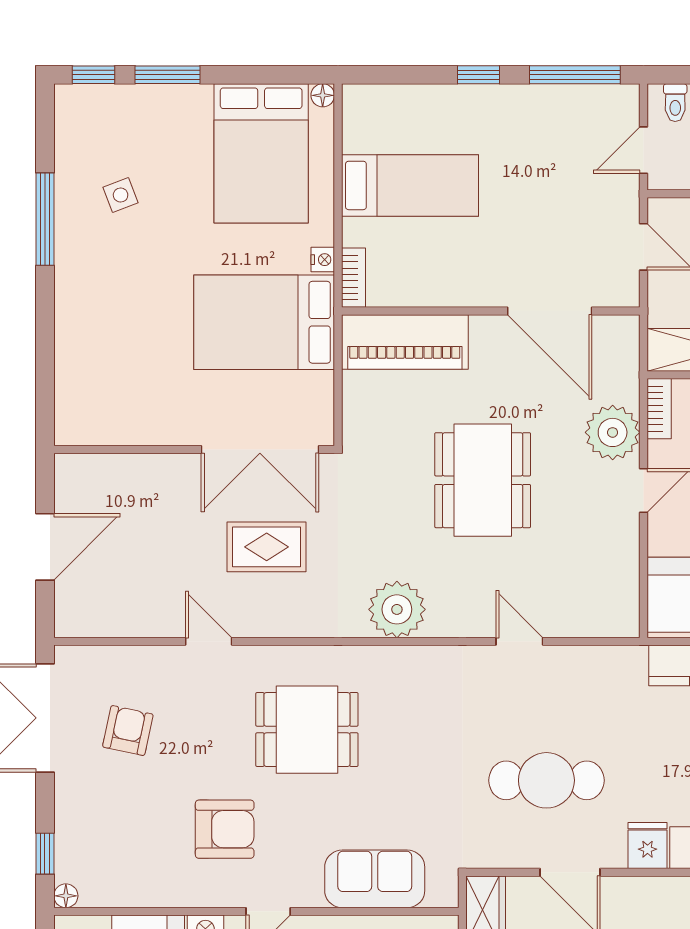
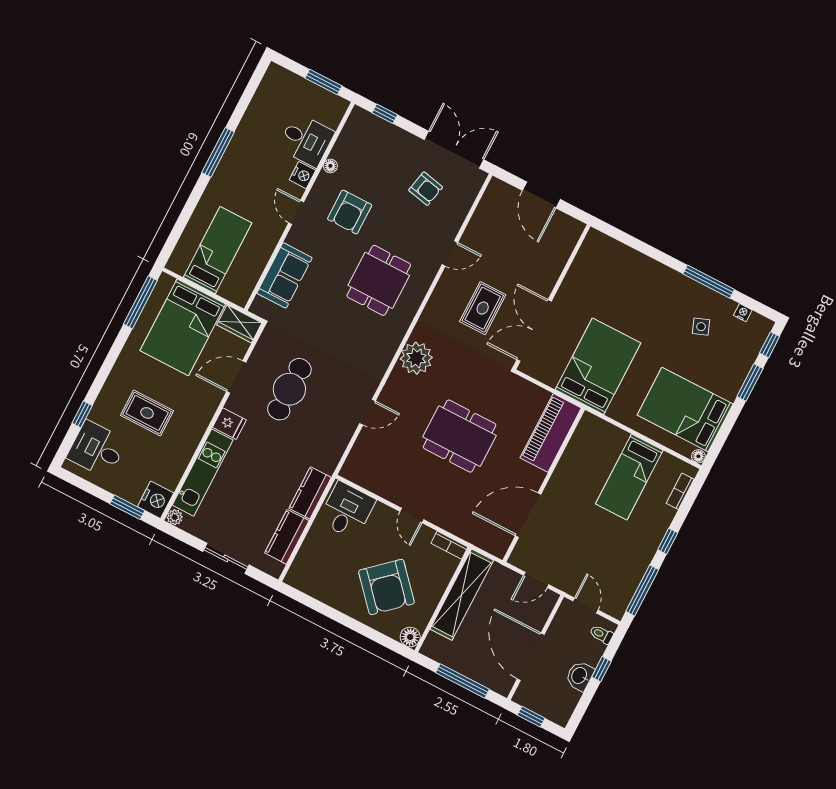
nightstand: (323, 260) -> (743, 313), moved, turned 180
bookcase: (353, 278) -> (680, 491), moved, turned 90
plant: (613, 432) -> (450, 515), removed
floor lamp: (66, 896) -> (330, 166), moved

